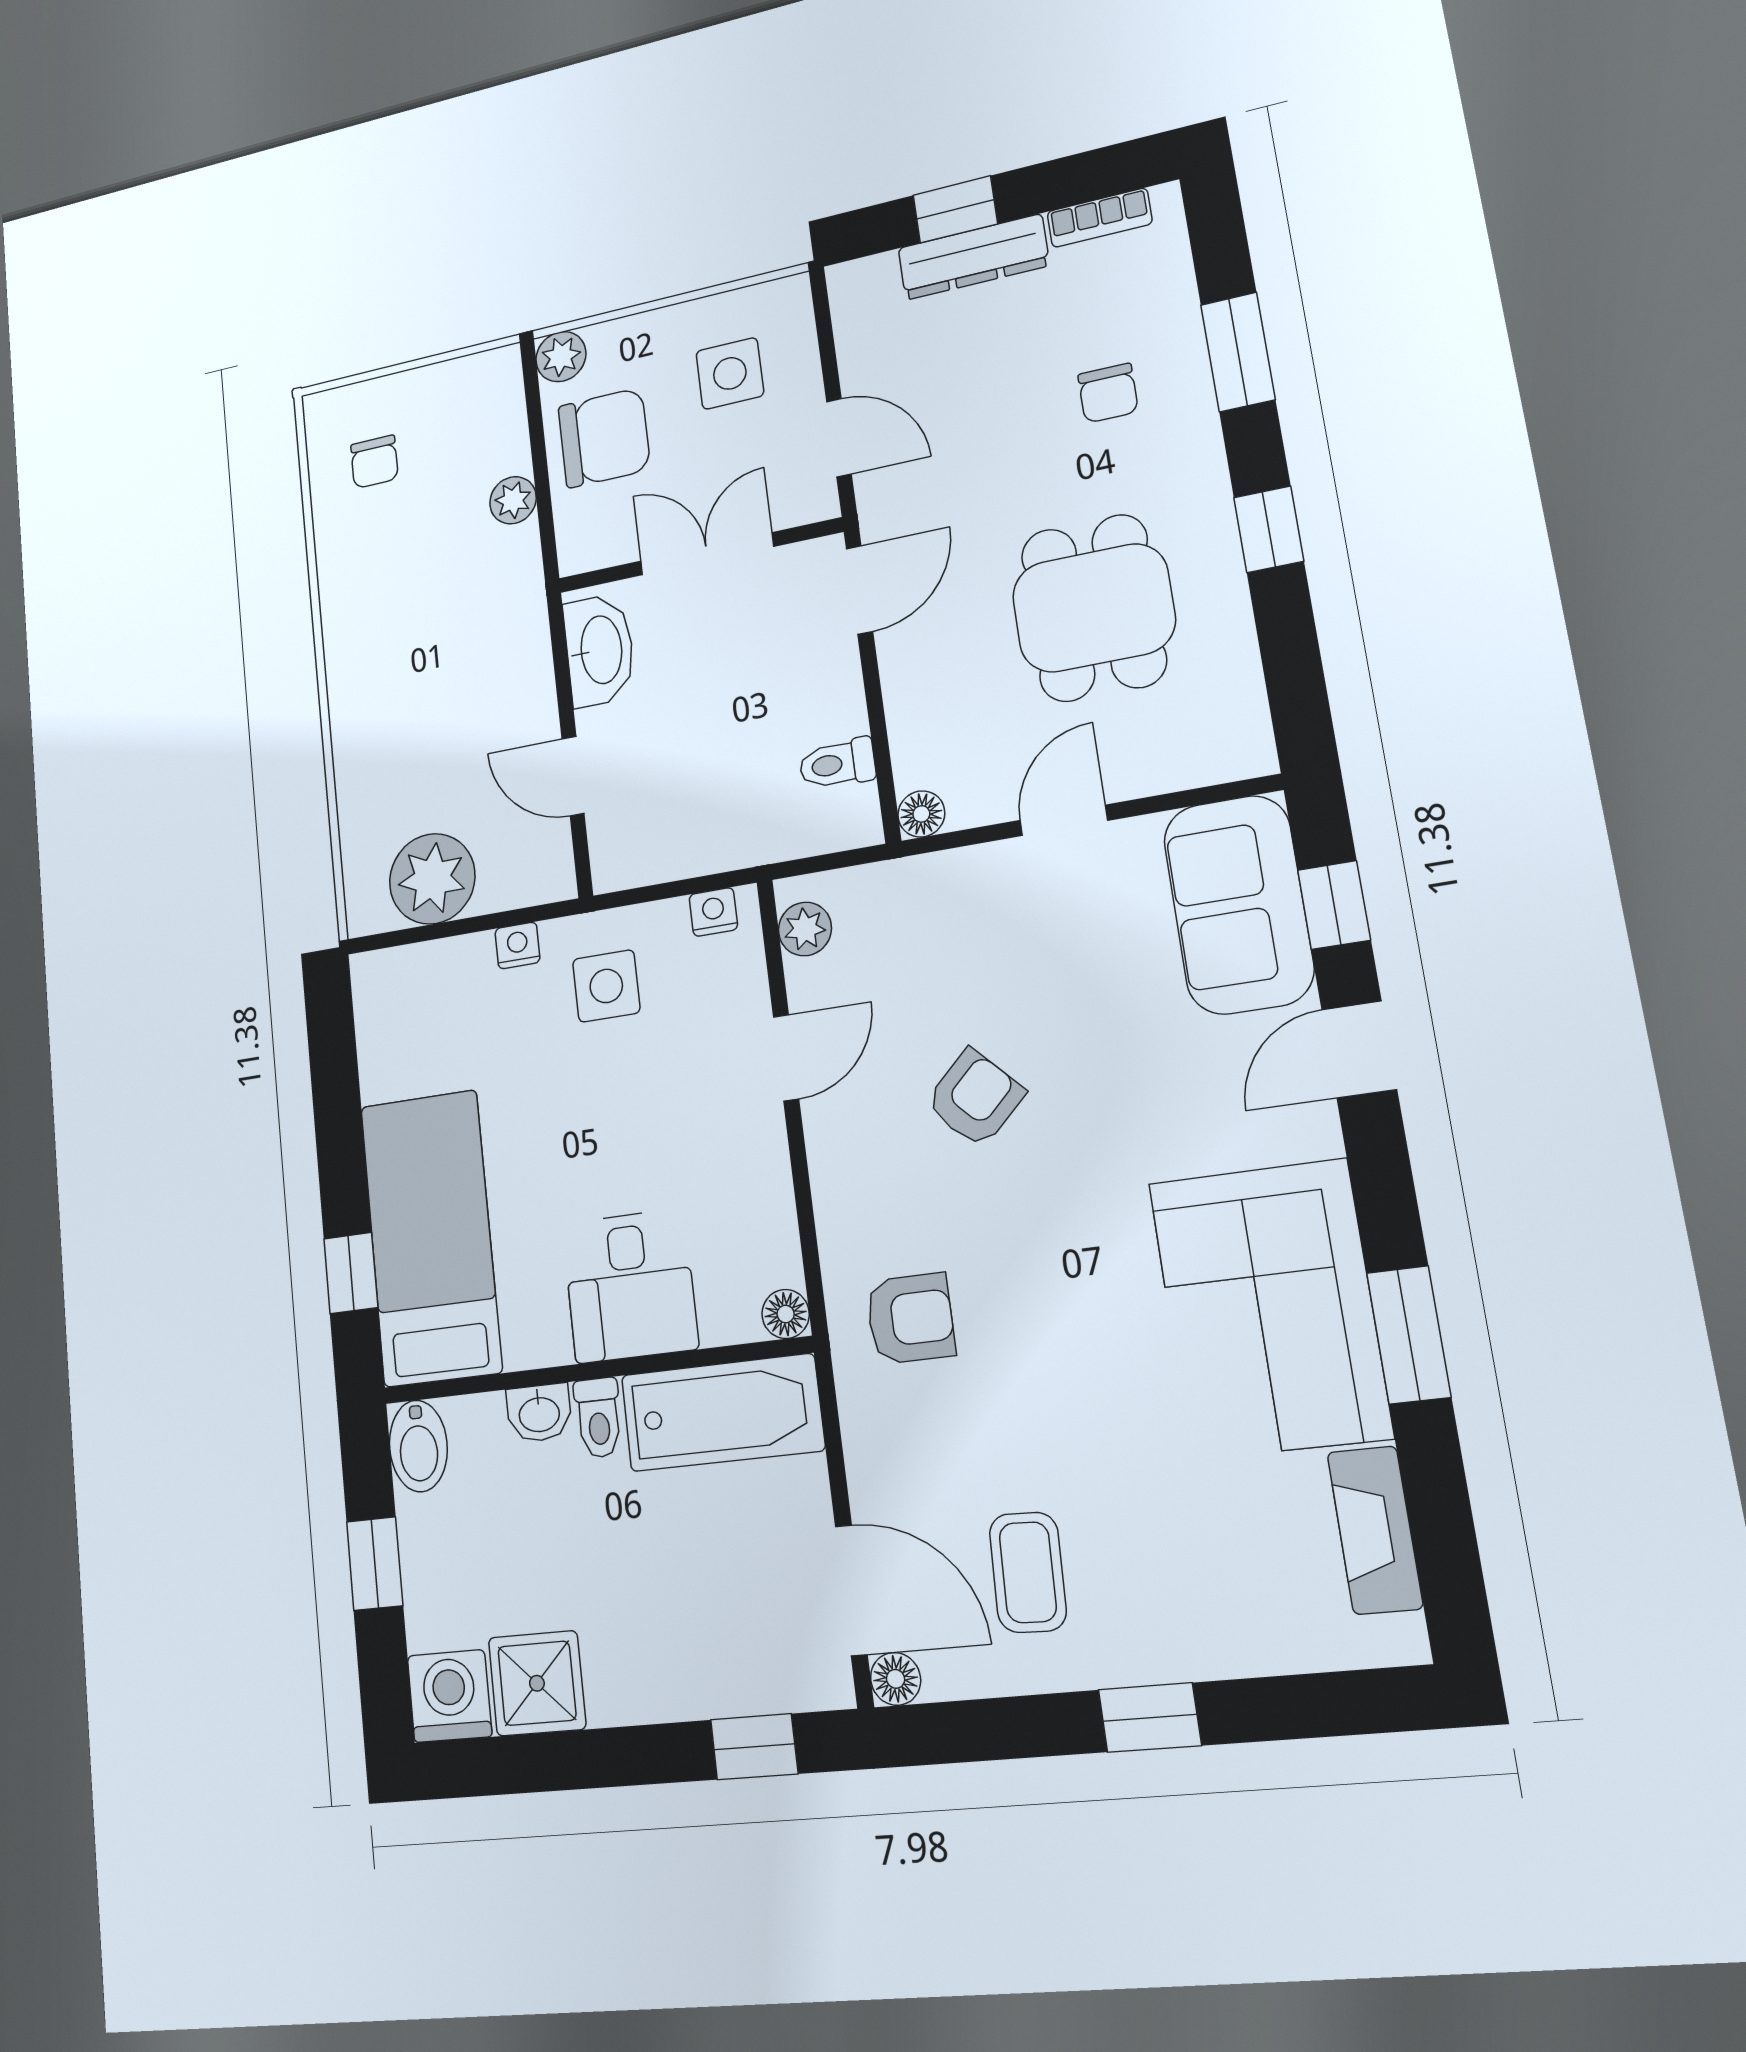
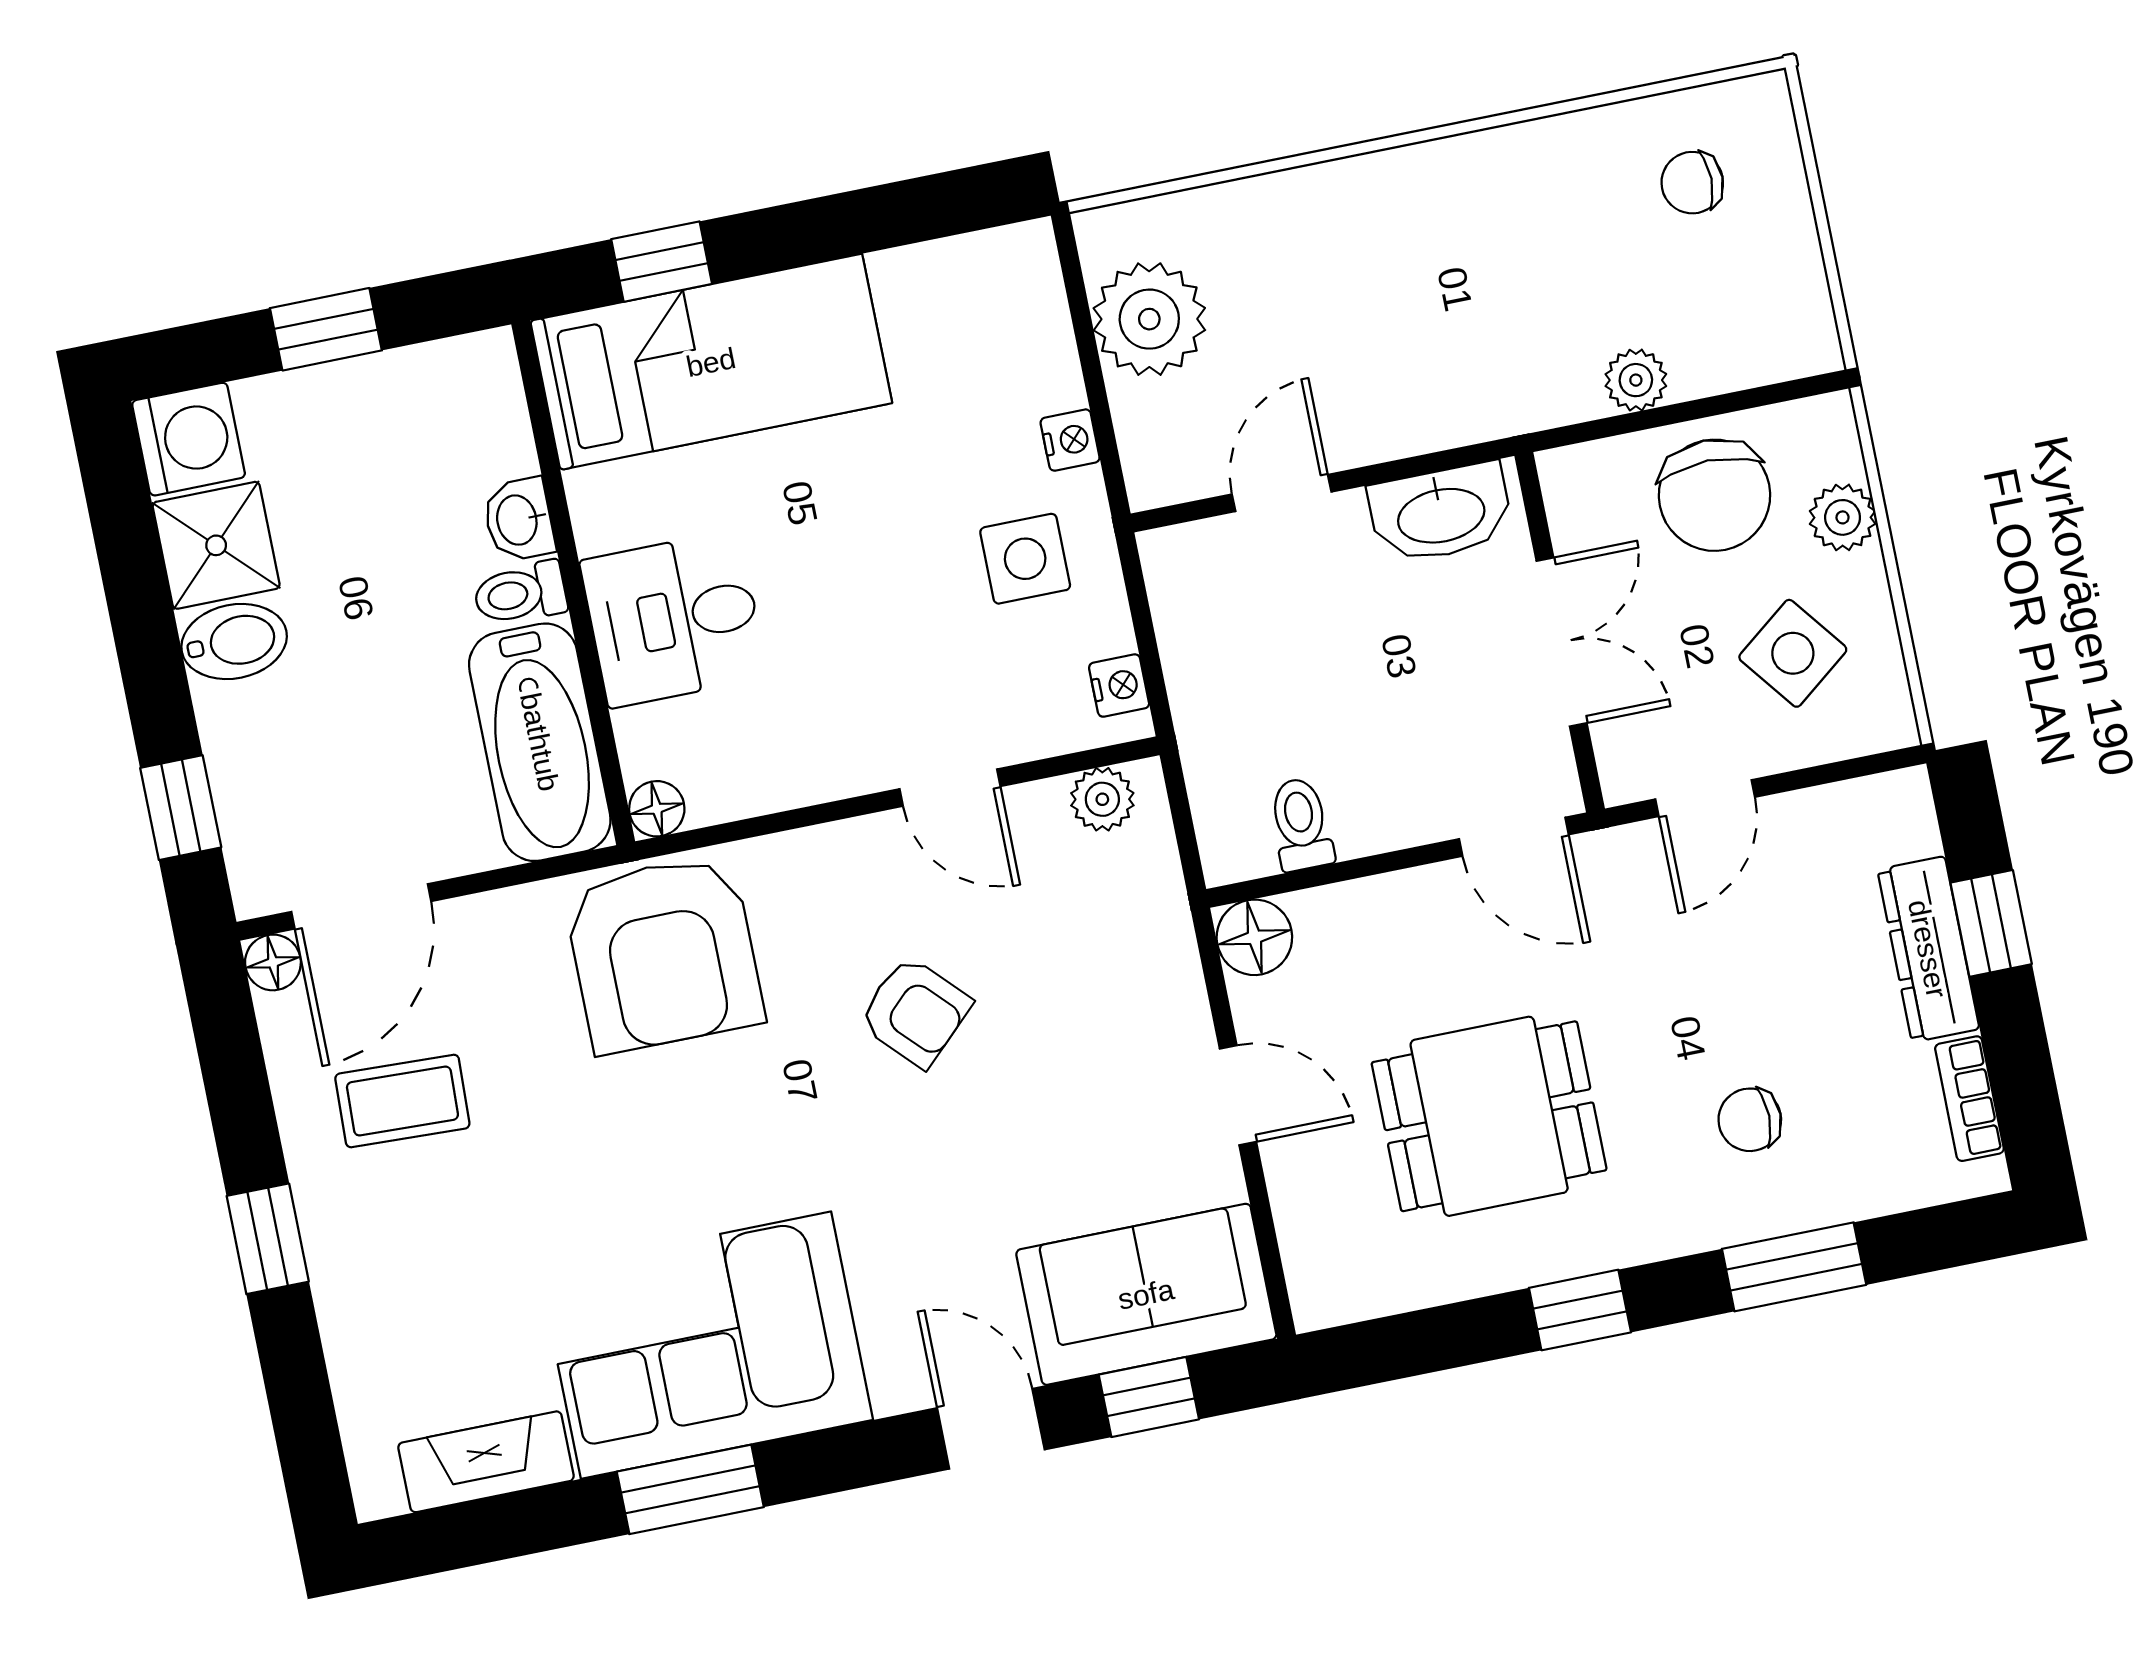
plant: (561, 357) -> (1843, 517), moved
side table: (730, 373) -> (1793, 653), turned -38
floor lamp: (921, 814) -> (1254, 937), width x1.37, depth x1.37
armchair: (910, 1318) -> (664, 954), width x1.88, depth x1.88
bidet: (418, 1446) -> (234, 641), moved, turned 180

